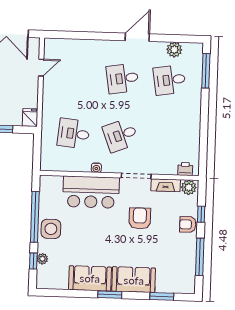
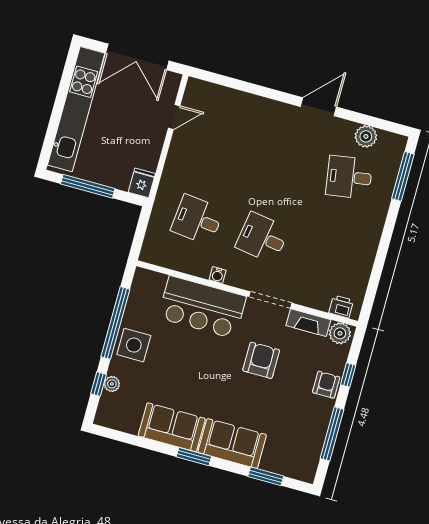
desk: (123, 78) -> (284, 159), removed
desk: (121, 135) -> (262, 238), turned 30
armchair: (188, 224) -> (326, 385), turned 90

